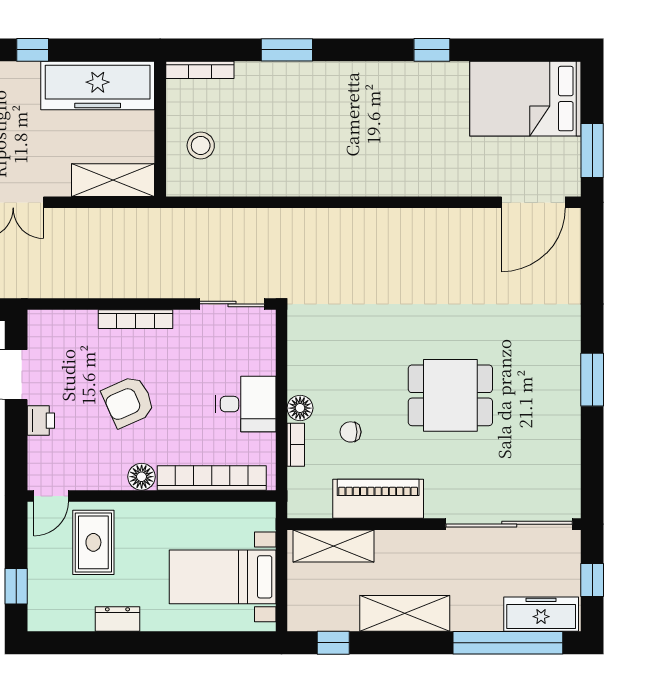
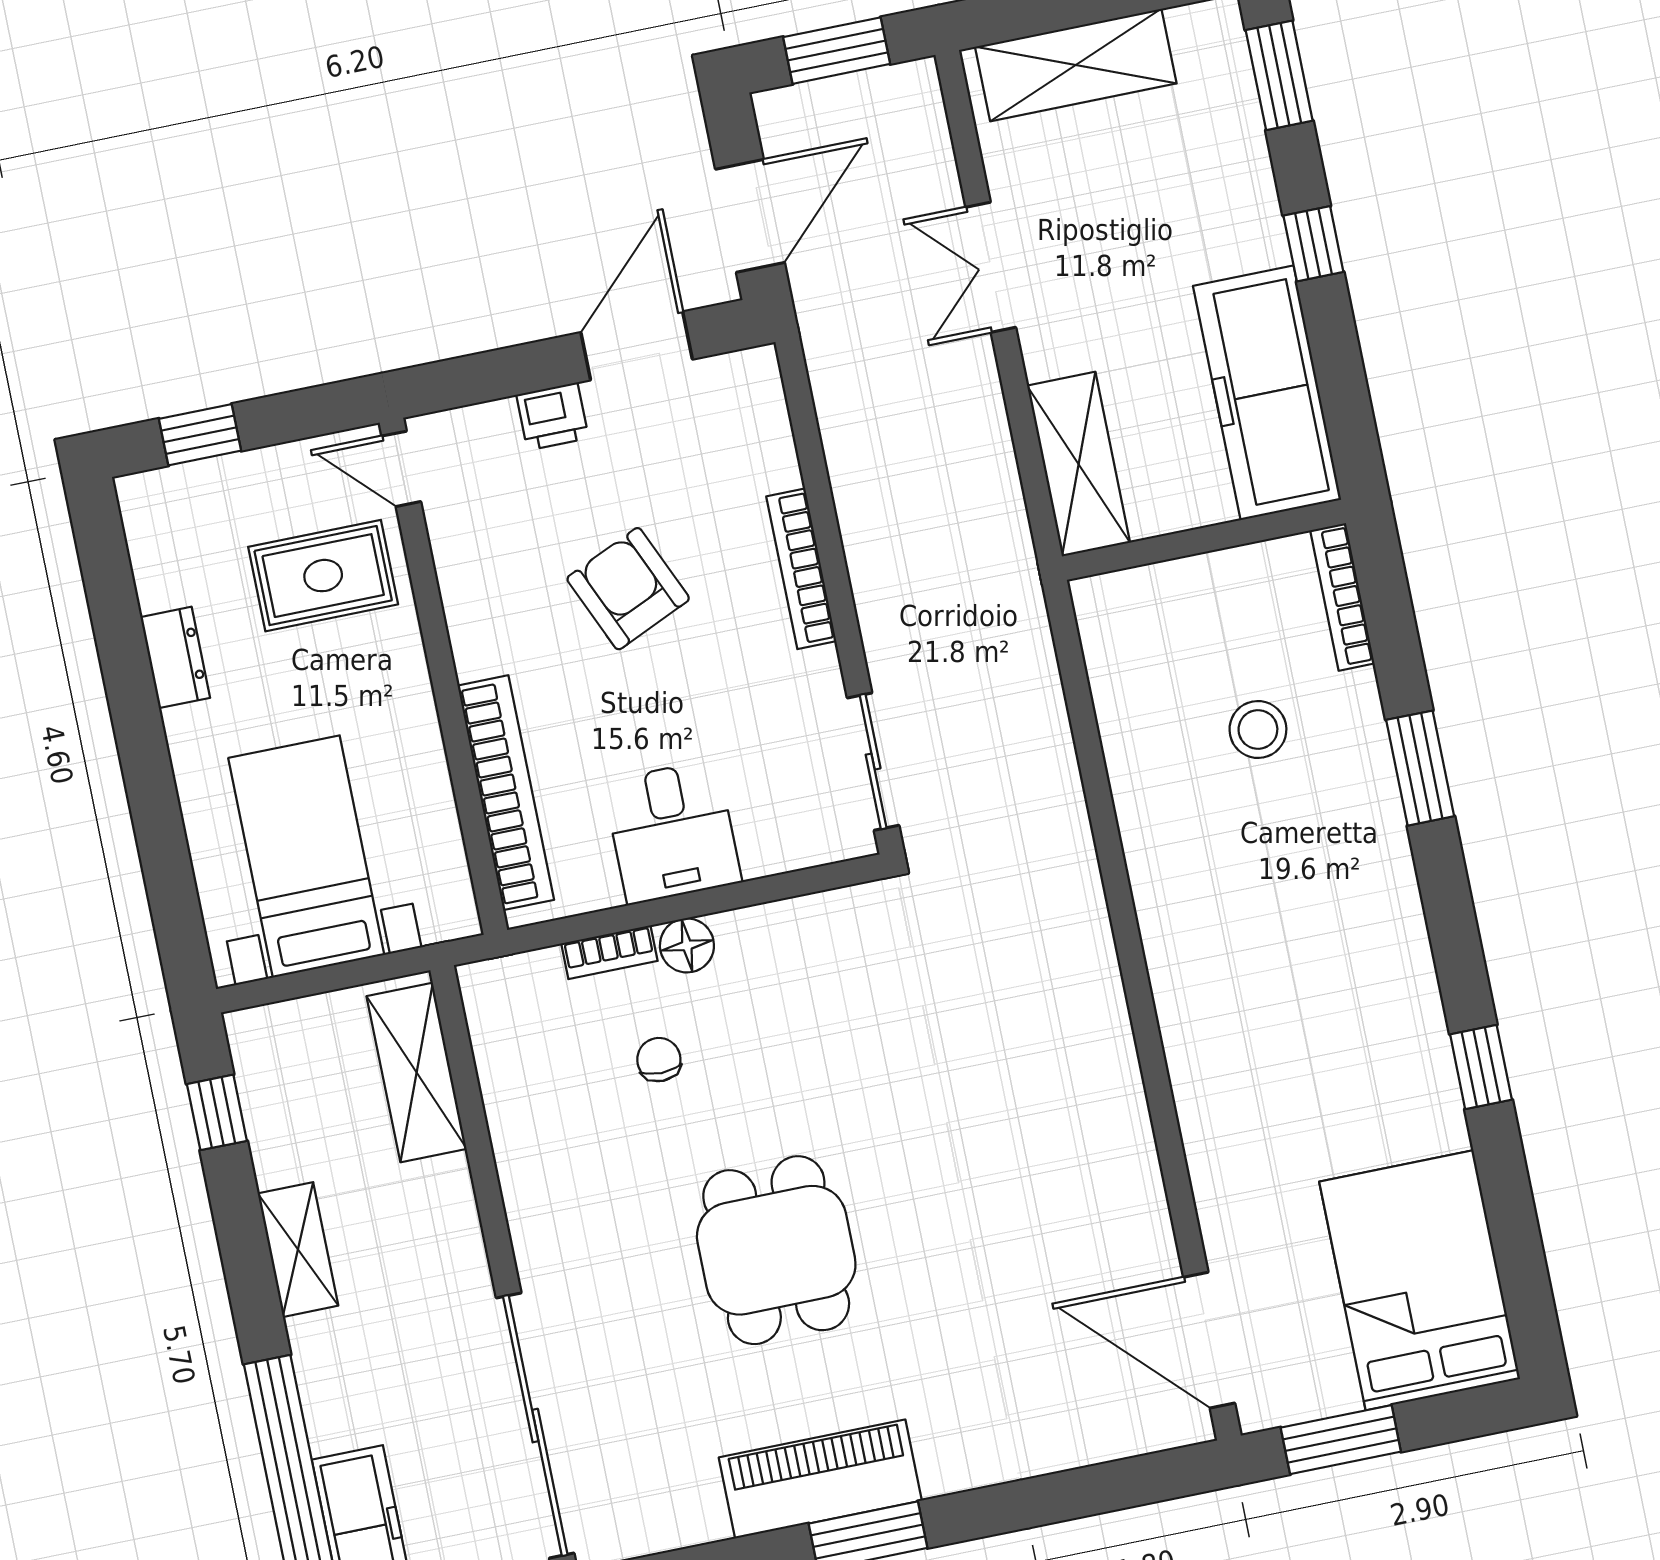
stool: (201, 145) -> (1258, 730), moved
floor lamp: (142, 477) -> (479, 647), removed
piano: (378, 499) -> (820, 1479), moved, turned -90
shelving: (405, 613) -> (298, 1250), width x0.67, depth x0.75

